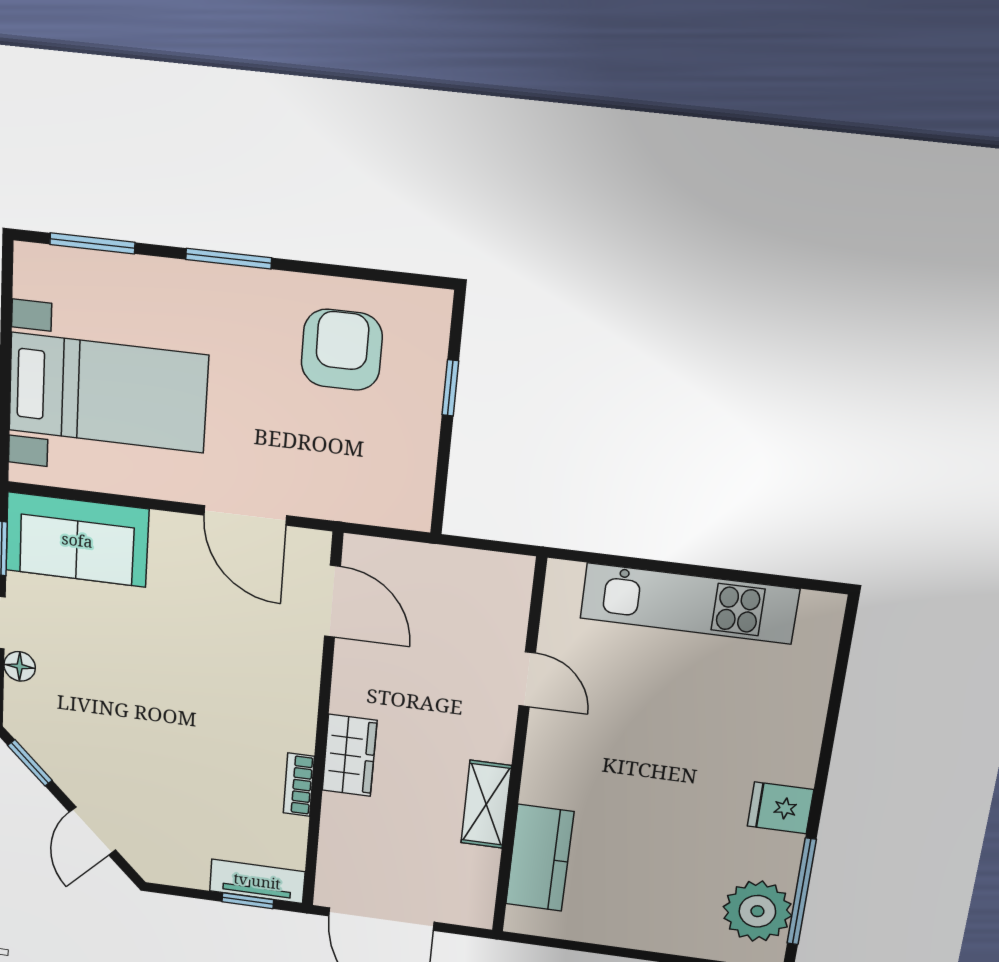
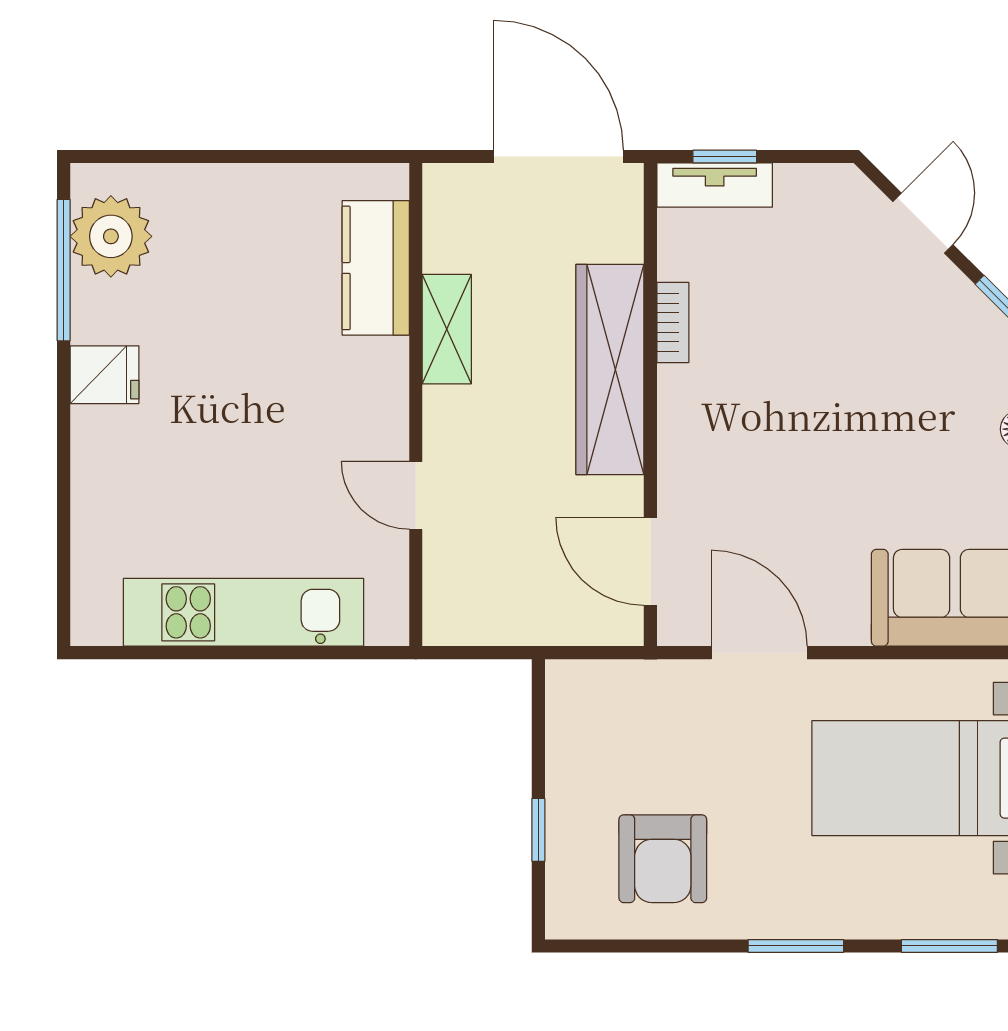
wardrobe: (349, 755) -> (610, 369), width x2.10, depth x1.17

